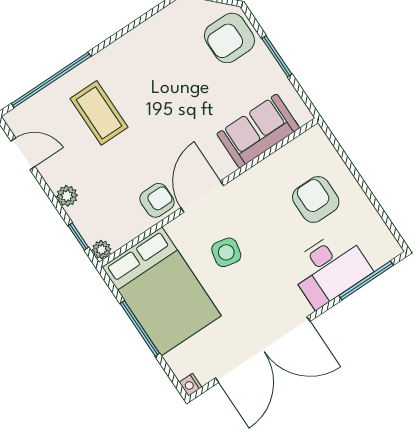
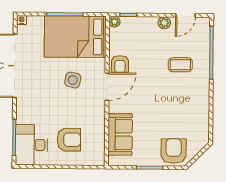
coffee table: (99, 113) -> (180, 65), width x0.73, depth x0.77
plant: (67, 196) -> (164, 23), moved
door: (202, 197) -> (107, 87), hinge flipped
desk: (330, 269) -> (31, 145), moved

